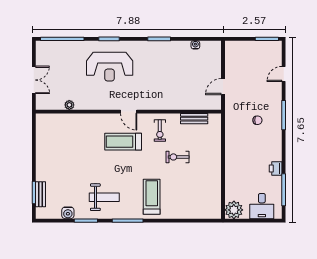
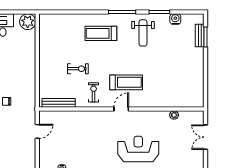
door: (129, 112) -> (121, 109), hinge flipped
bench: (194, 119) -> (59, 103), width x1.36
weight bench: (104, 197) -> (143, 33), turned -90
treadmill: (152, 197) -> (101, 33), turned 90

